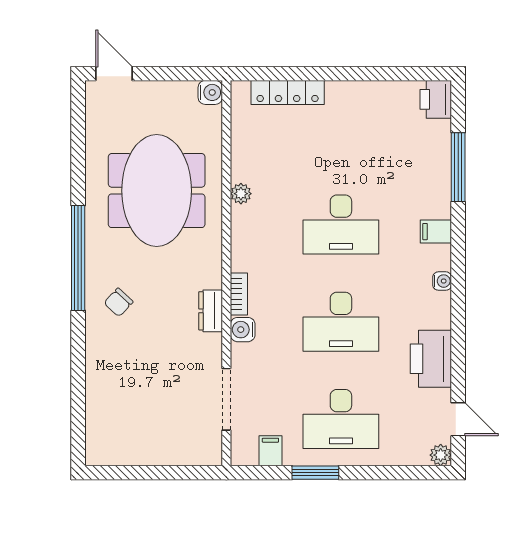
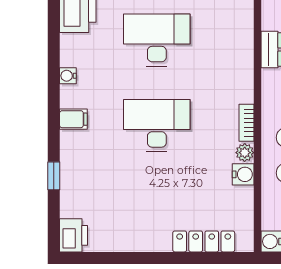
window: (458, 167) -> (54, 176), width x0.46
bookcase: (239, 294) -> (246, 123), moved
water cooler: (243, 330) -> (243, 174), moved

